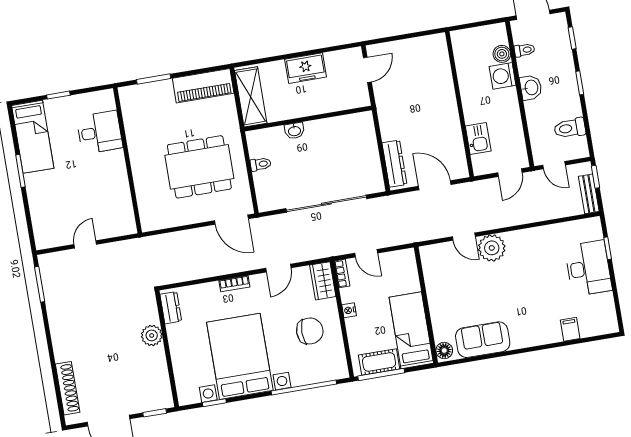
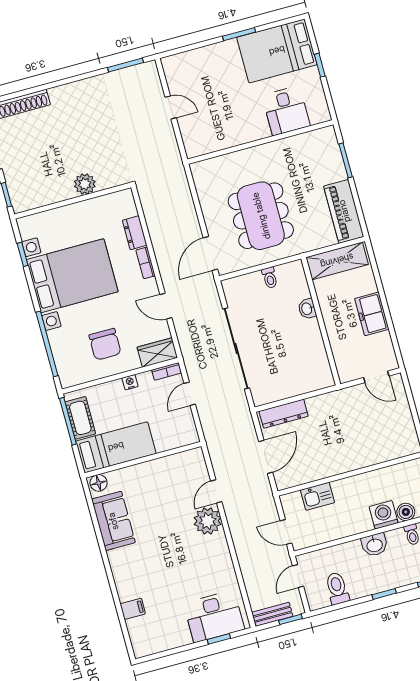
bed: (33, 137) -> (277, 51), width x1.50
desk: (588, 268) -> (214, 616), moved
dresser: (171, 308) -> (135, 233), moved, turned 90

